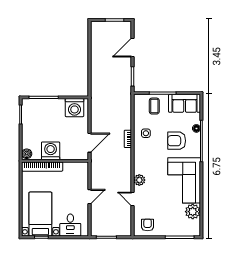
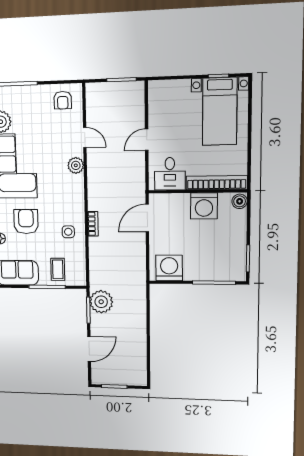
plant: (123, 83) -> (101, 302), added
armchair: (177, 141) -> (26, 222), turned -90
desk: (70, 225) -> (170, 174), moved, turned 180

